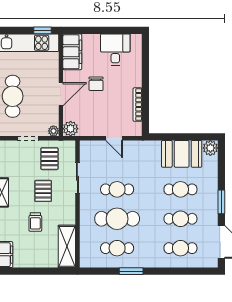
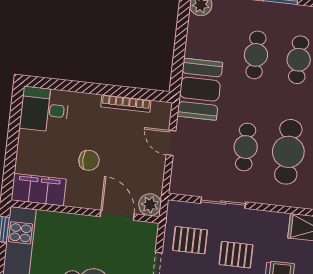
desk: (115, 50) -> (44, 110), moved
door: (61, 94) -> (117, 215), moved
plant: (53, 131) -> (150, 230), removed
door: (114, 138) -> (171, 143), swing flipped
booth: (182, 154) -> (200, 89), moved

